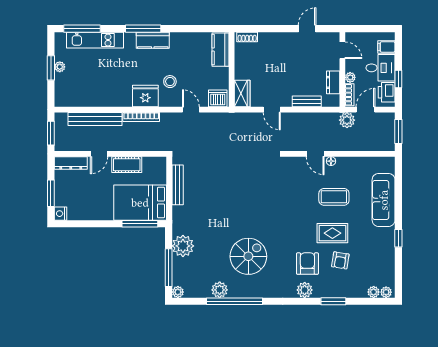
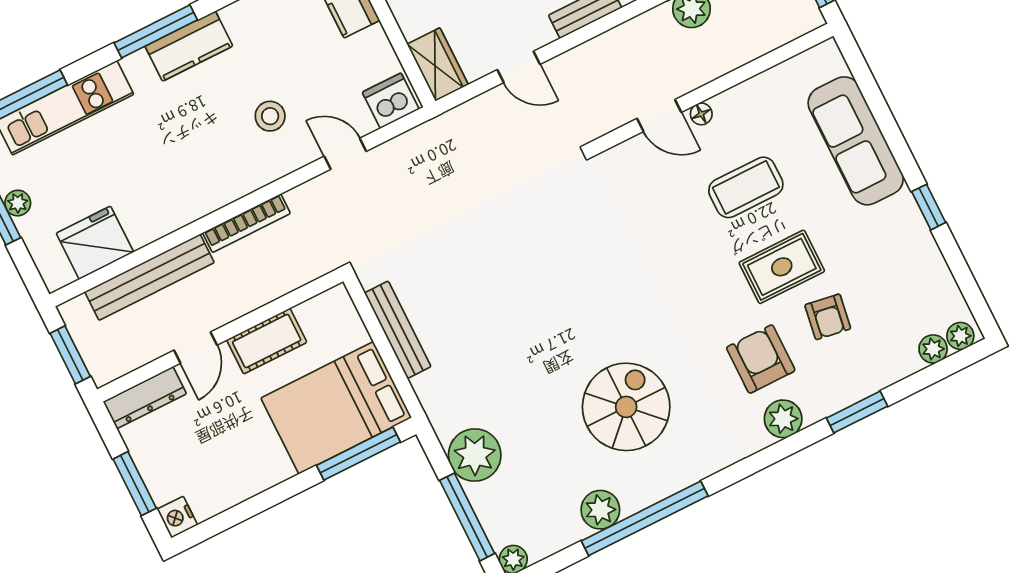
fridge: (145, 96) -> (95, 243), moved

